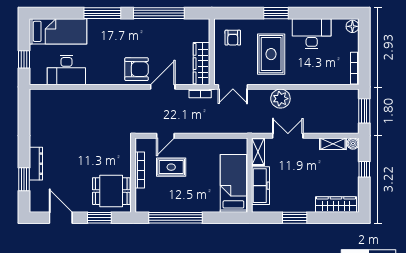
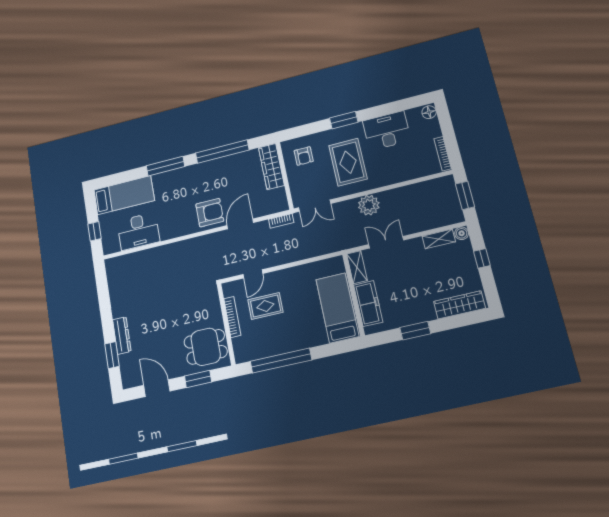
wardrobe: (201, 64) -> (271, 166), moved

